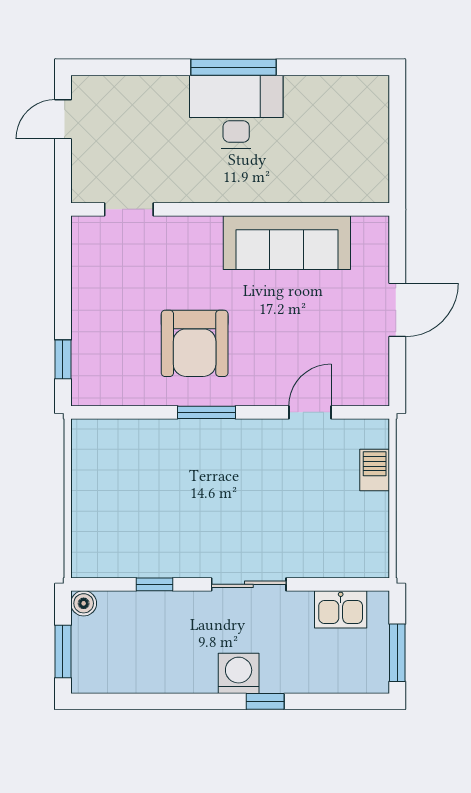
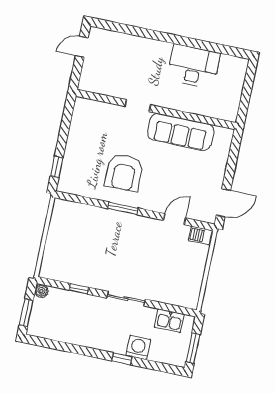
window: (234, 67) -> (172, 39), removed
desk: (236, 112) -> (193, 66), moved
doorway: (129, 209) -> (138, 106), moved
door: (397, 310) -> (223, 203), moved
barbecue: (375, 470) -> (200, 235), moved, turned -90
washing machine: (239, 673) -> (138, 348), moved

